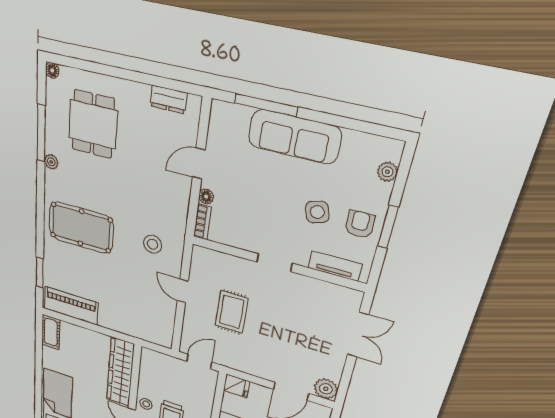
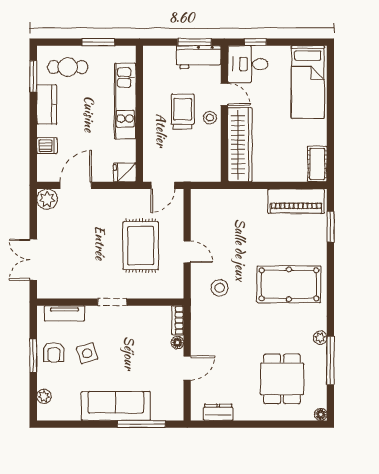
rug: (232, 312) -> (141, 246), width x1.36, depth x1.43

